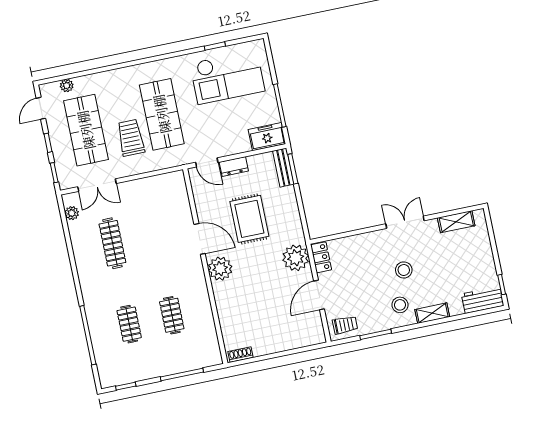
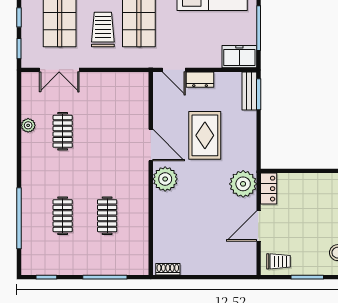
plant: (72, 213) -> (28, 125), moved
clothes rail: (112, 243) -> (63, 131), width x0.73

